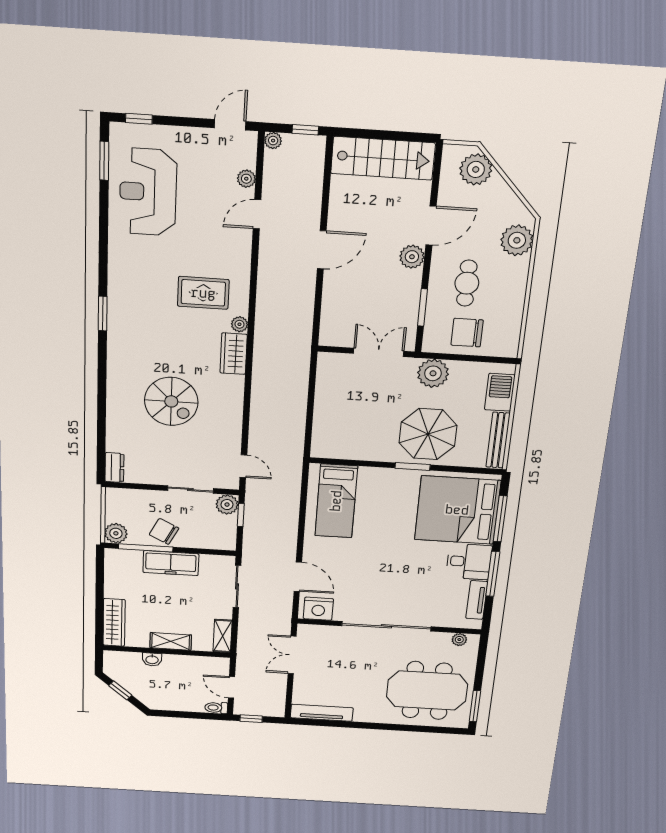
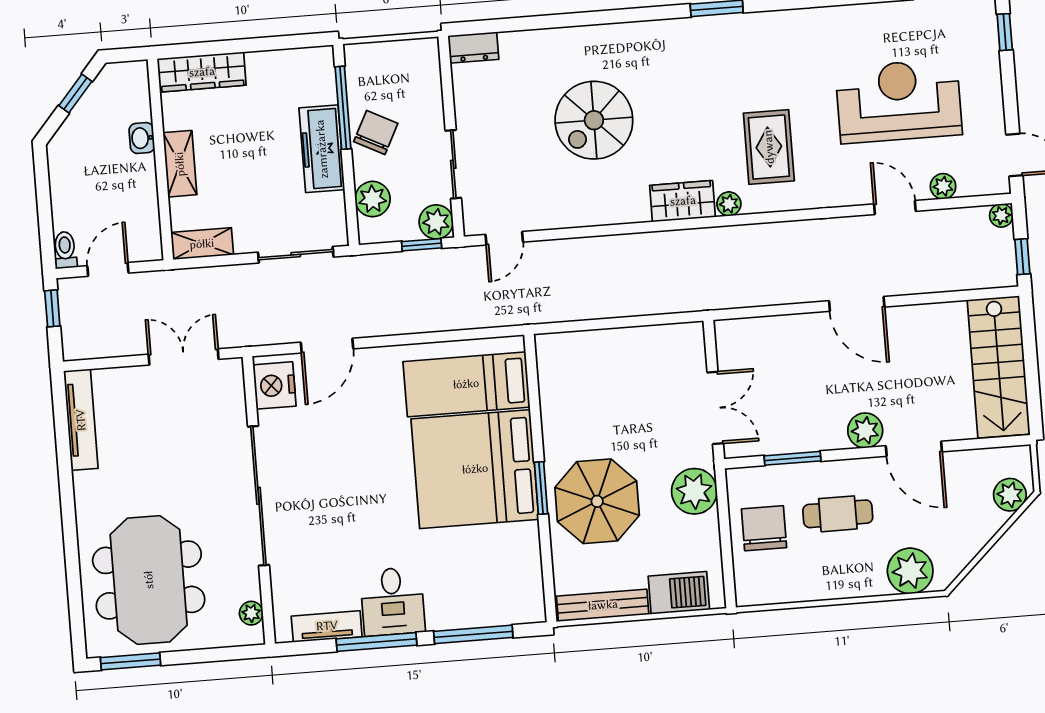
plant: (476, 169) -> (1010, 495), width x0.73, depth x0.73
reception desk: (148, 192) -> (899, 101), moved
bed: (457, 510) -> (475, 469), moved, turned -90
plant: (116, 533) -> (373, 199), moved

